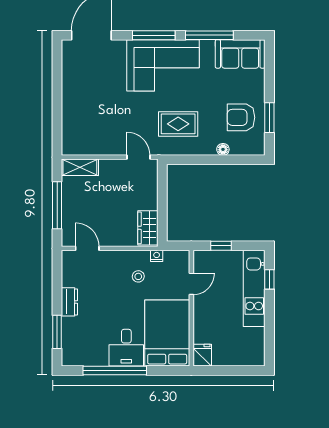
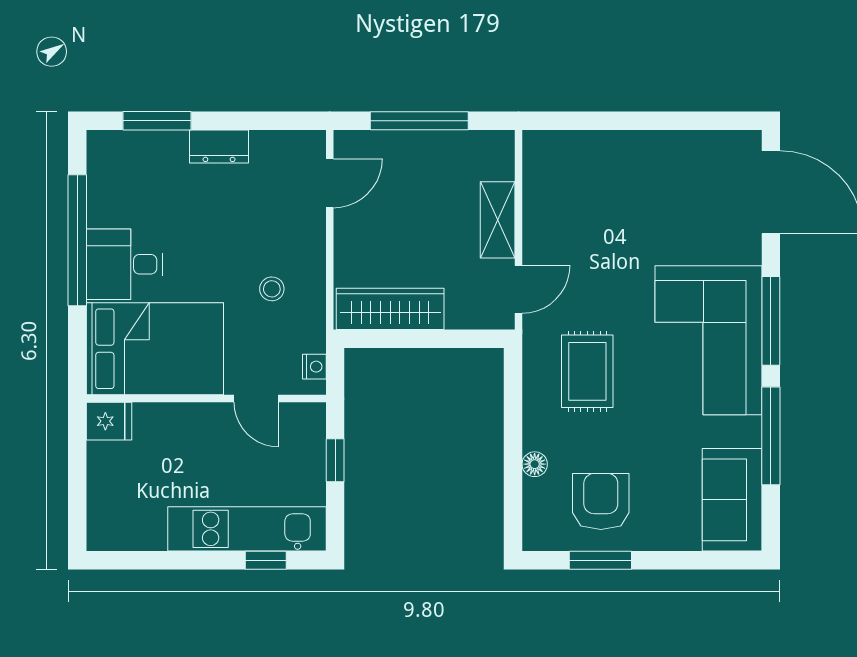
shelving: (80, 167) -> (498, 220), moved
wardrobe: (148, 228) -> (390, 309), width x1.50
nightstand: (157, 256) -> (314, 367), moved

